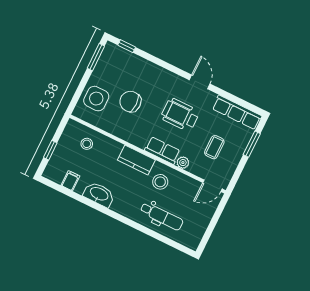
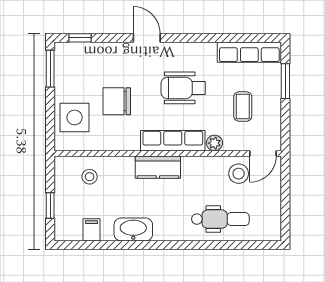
door: (200, 82) -> (147, 38), moved
row of seats: (162, 151) -> (173, 141), width x1.48
stool: (160, 182) -> (239, 174), moved

